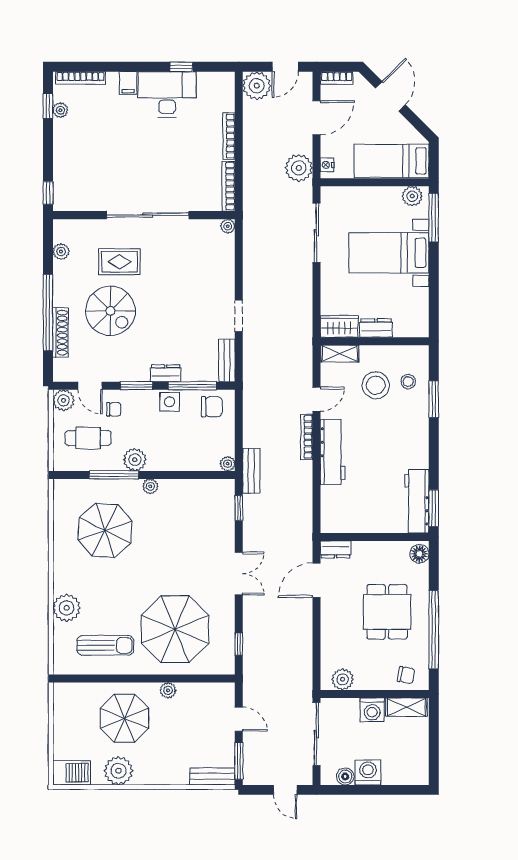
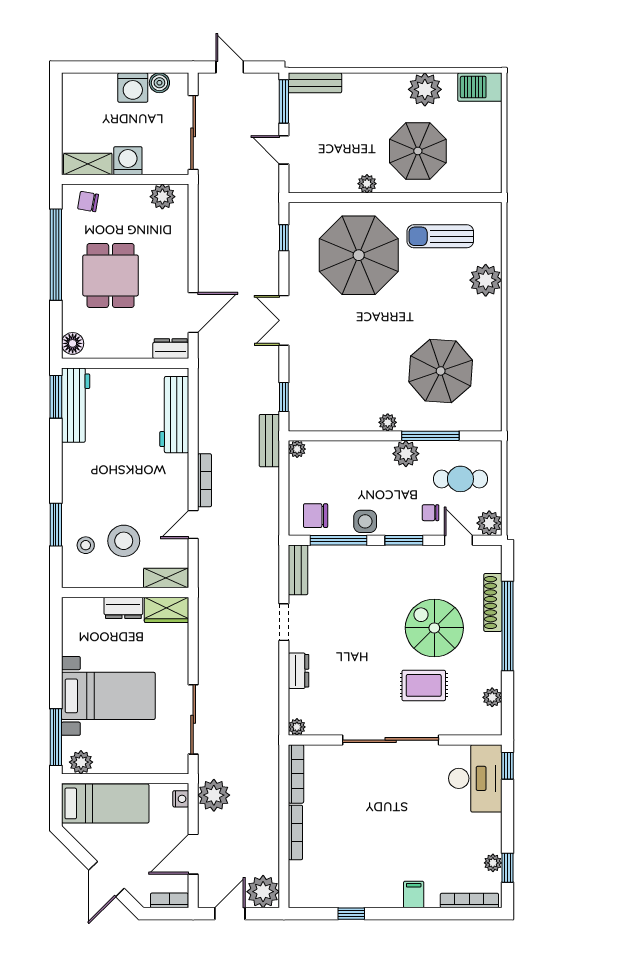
desk: (167, 94) -> (475, 778), moved, turned -90
dresser: (166, 373) -> (299, 671), moved, turned -90
workbench: (333, 452) -> (174, 415), moved

